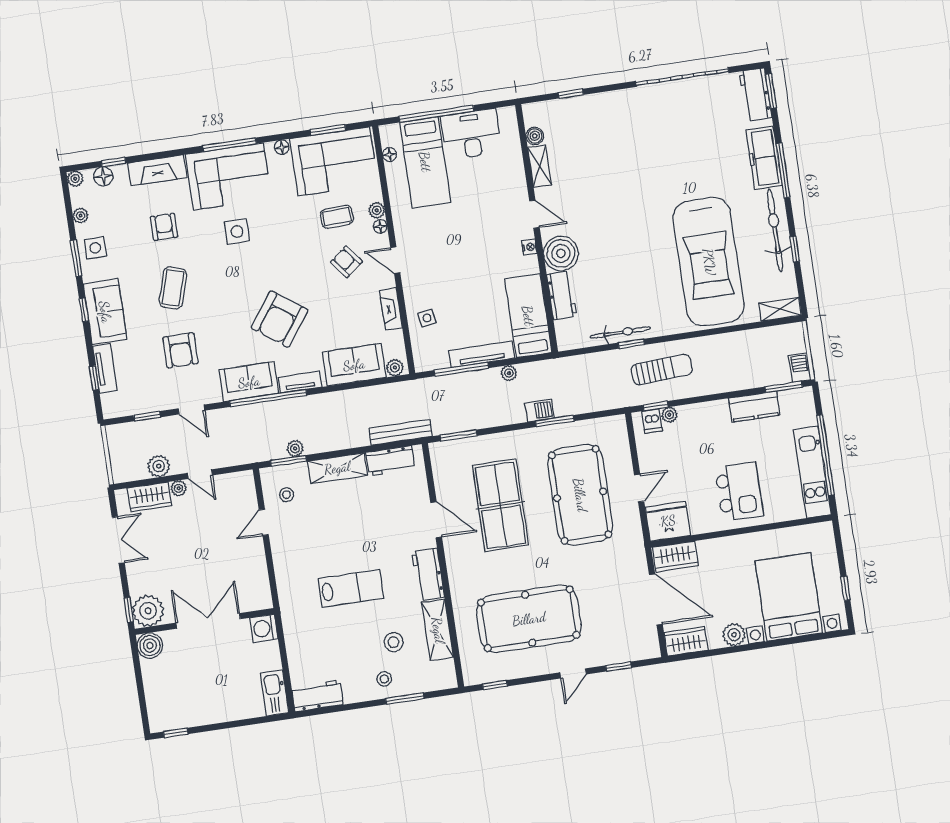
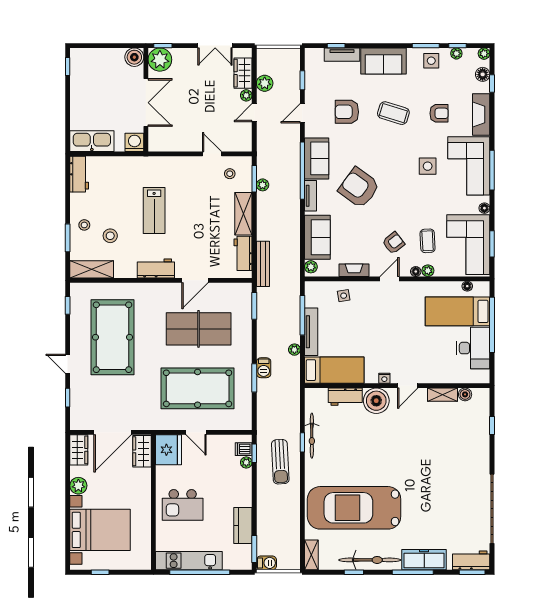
window: (84, 310) -> (458, 46), moved
shelving: (438, 630) -> (92, 269), moved
kitchen sink: (275, 693) -> (92, 141), width x1.36, depth x1.24

